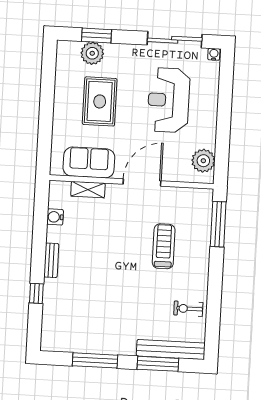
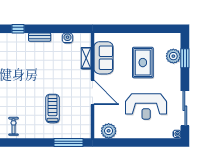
reception desk: (169, 100) -> (146, 107), turned 180
rug: (100, 101) -> (143, 63), turned 90
treadmill: (164, 246) -> (53, 108), turned -90

